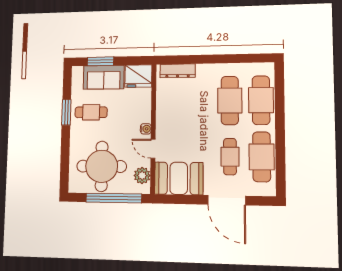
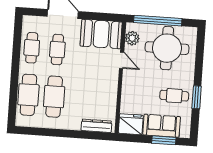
water cooler: (146, 129) -> (127, 78), removed
cafe table: (262, 157) -> (32, 48), width x0.73, depth x0.74

